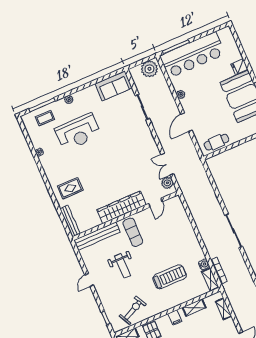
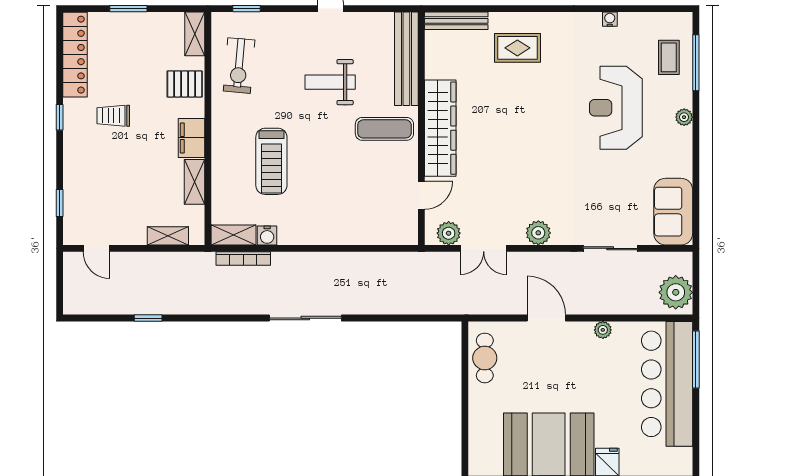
plant: (150, 143) -> (538, 233), added
double door: (167, 164) -> (484, 248), swing flipped
rug: (70, 188) -> (517, 48), turned 90
door: (156, 203) -> (421, 195), swing flipped
exercise bike: (133, 310) -> (239, 66), turned 32
filing cabinet: (175, 317) -> (191, 138), width x2.00

